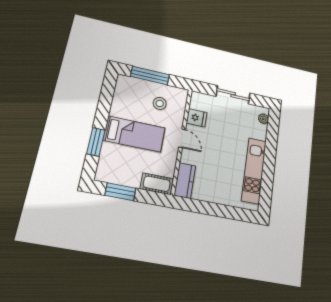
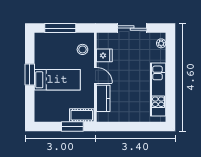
stool: (160, 103) -> (82, 49), moved
window: (96, 142) -> (30, 74), moved
kitchen counter: (185, 181) -> (103, 98), moved
window: (120, 192) -> (72, 126), moved

